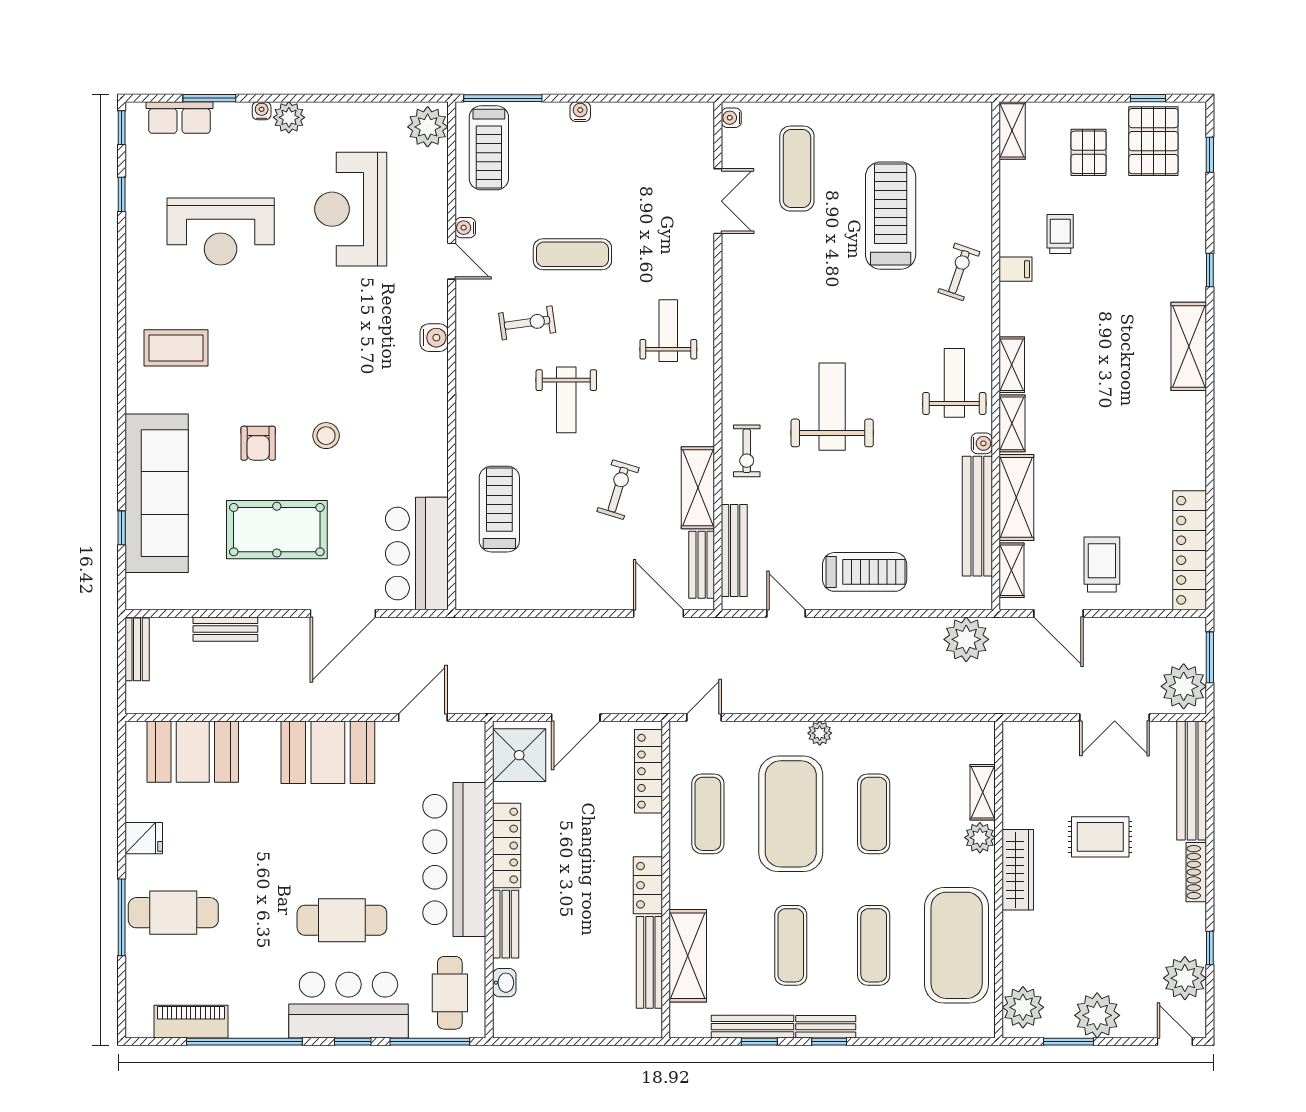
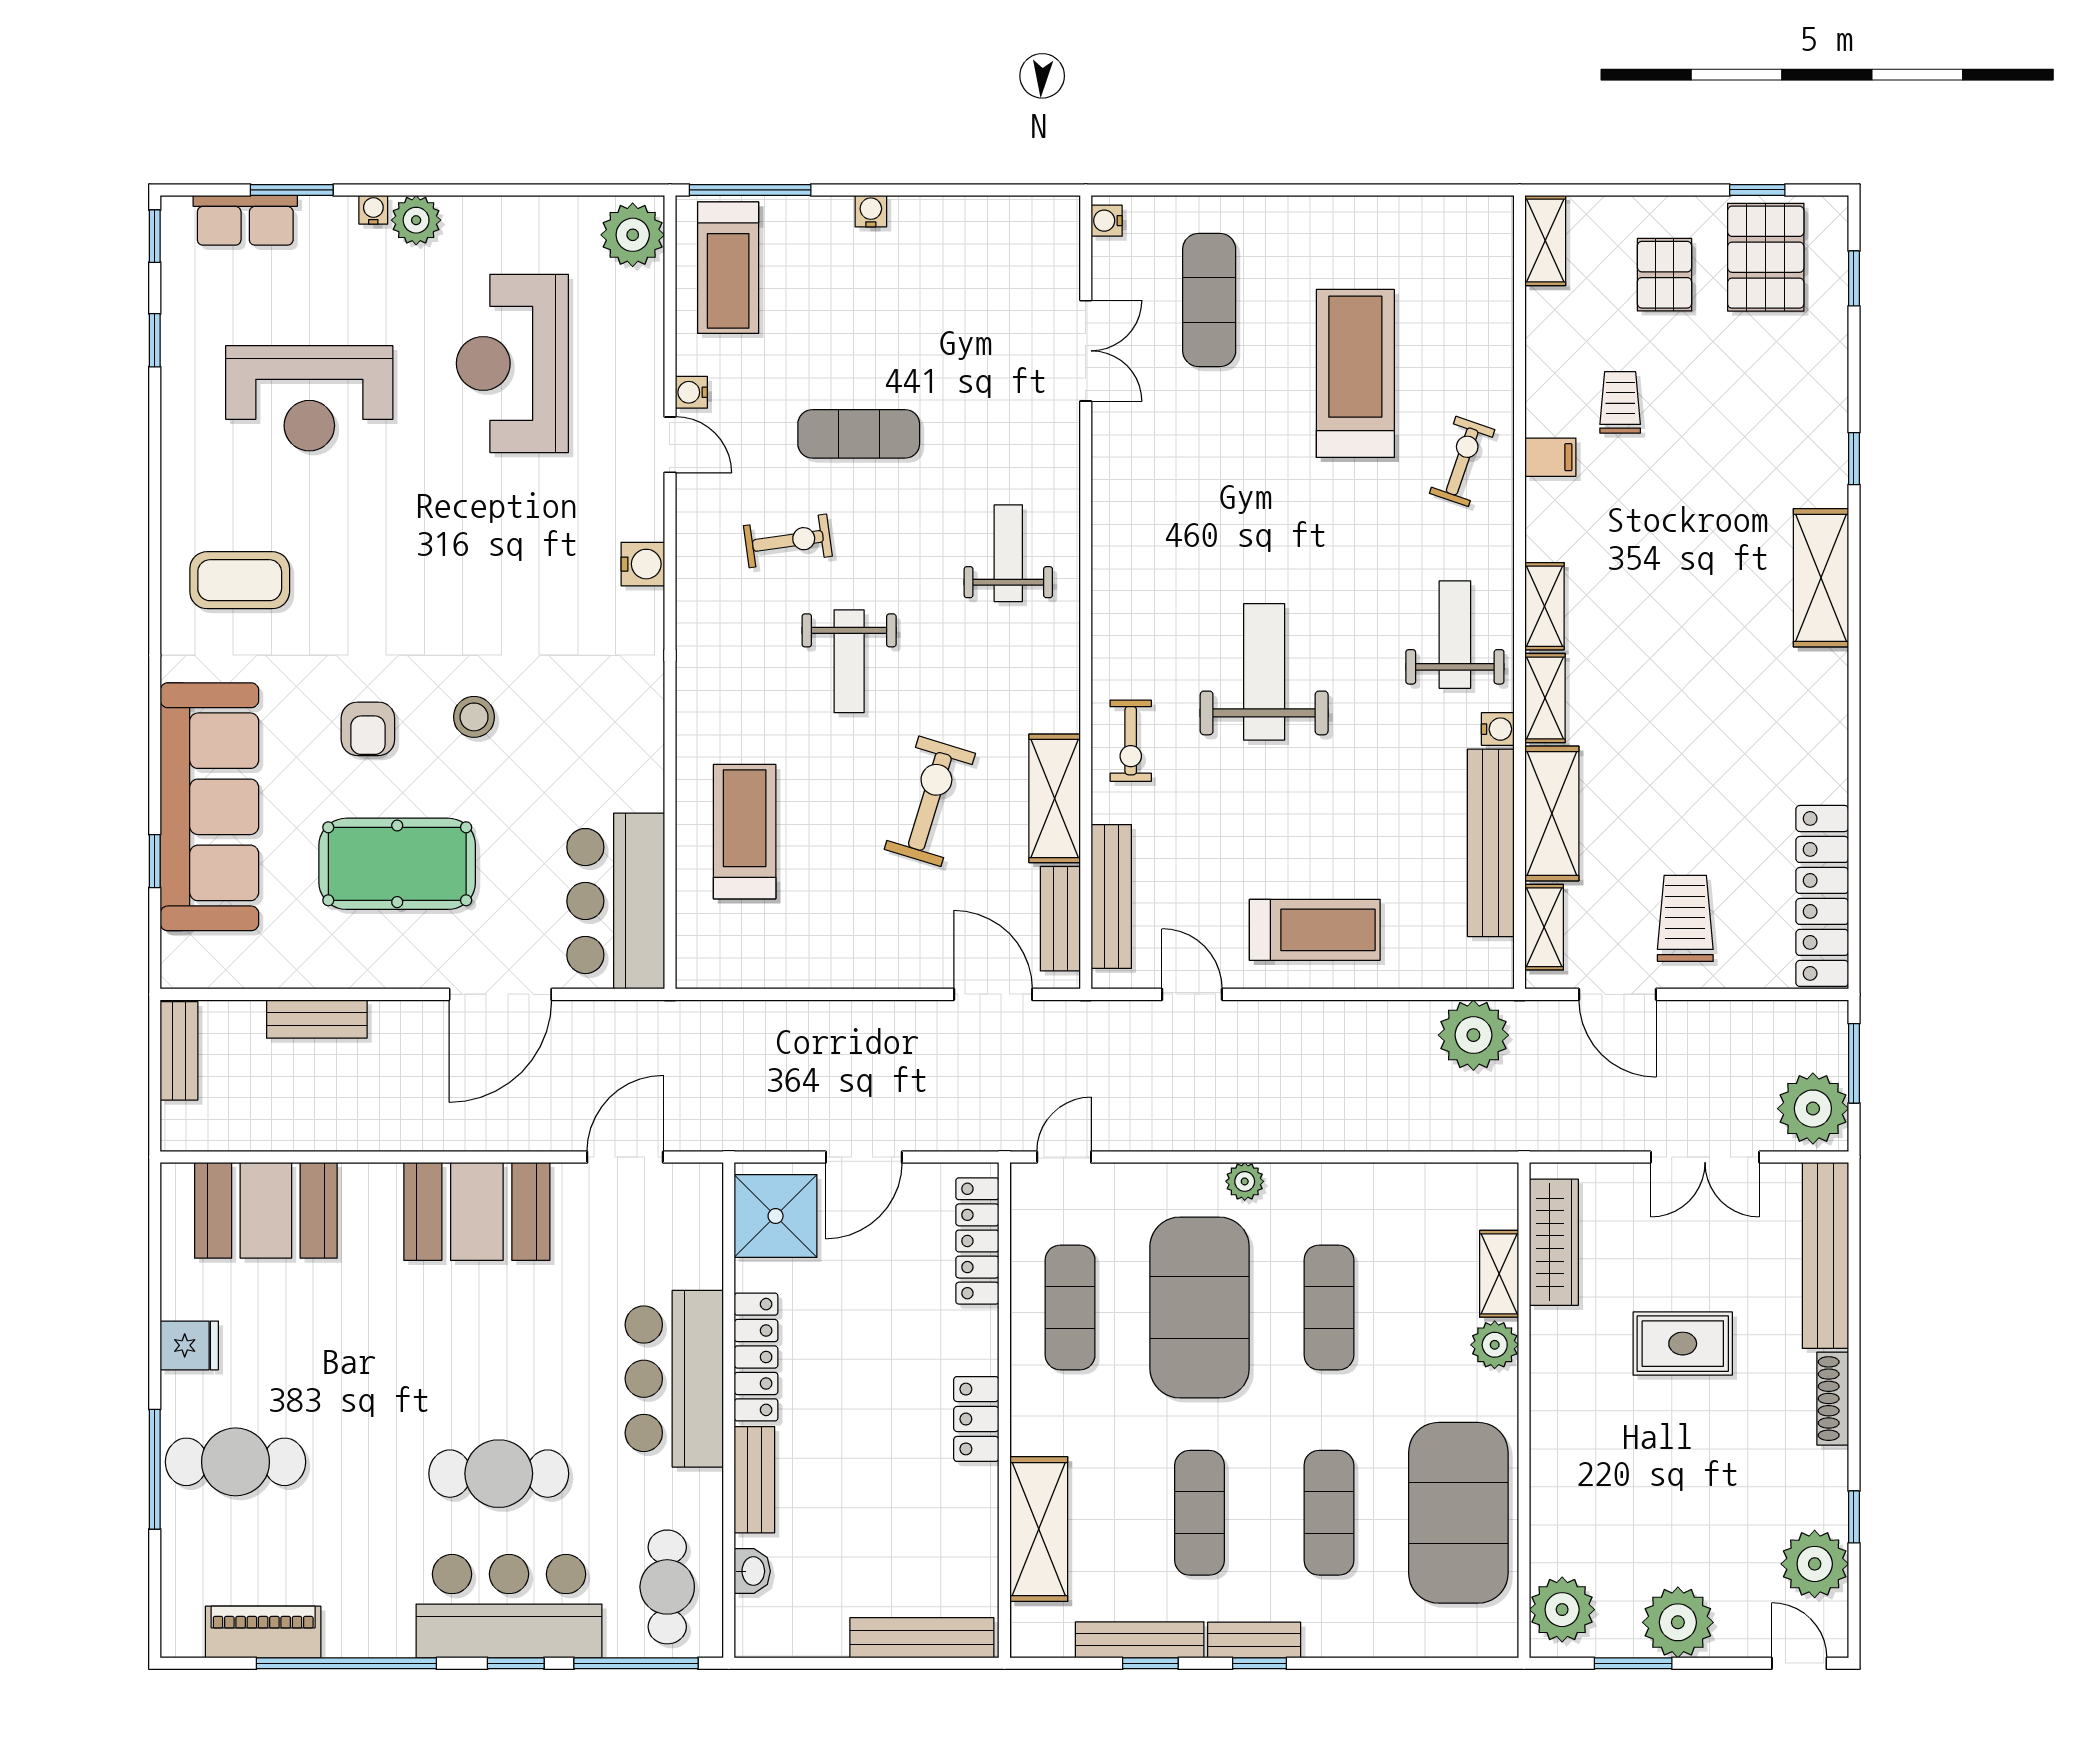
exercise bike: (618, 490) -> (930, 801), width x1.38, depth x1.39
bar counter: (454, 859) -> (674, 1379), width x0.73
wardrobe: (1018, 870) -> (1554, 1242), moved
bench: (649, 962) -> (922, 1638), moved, turned 90

